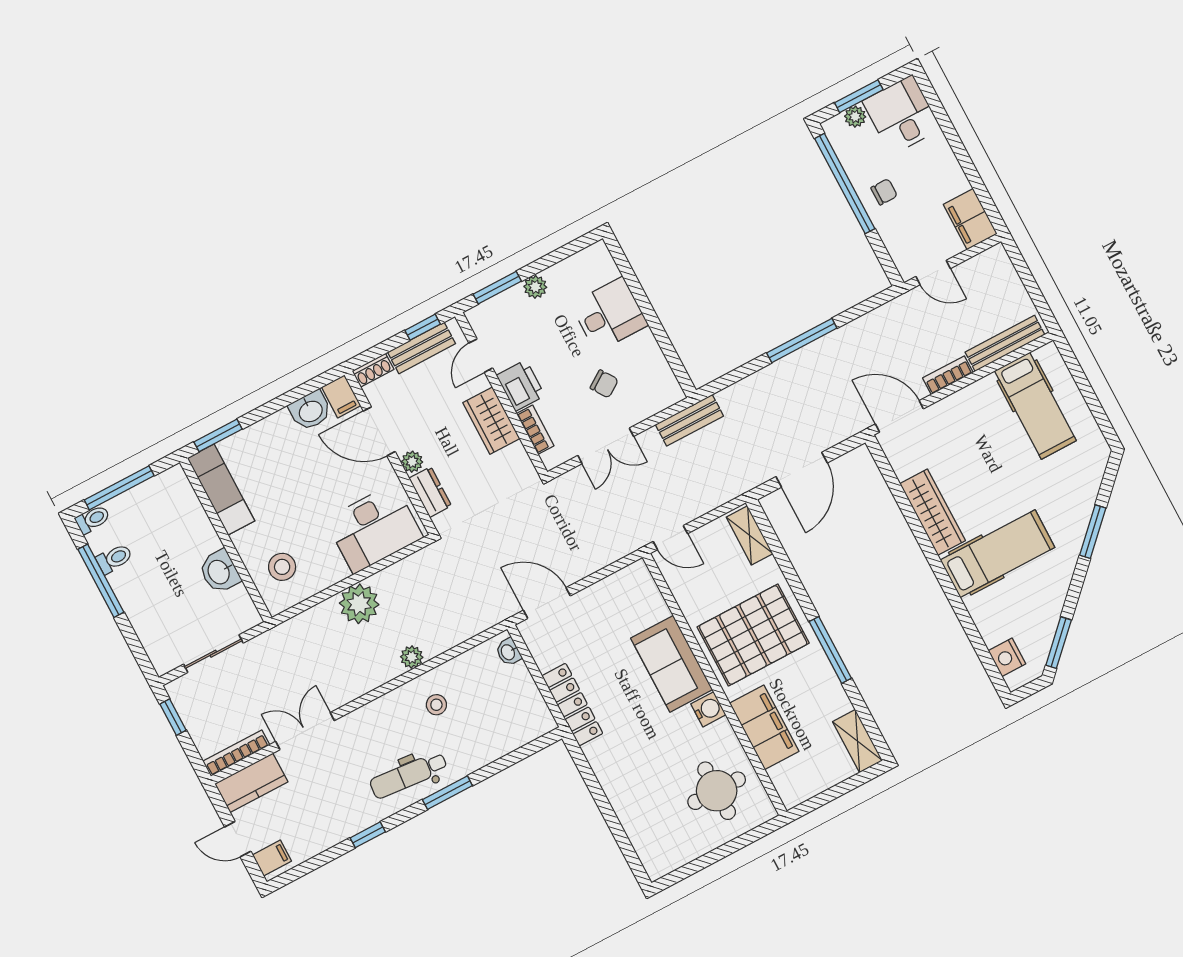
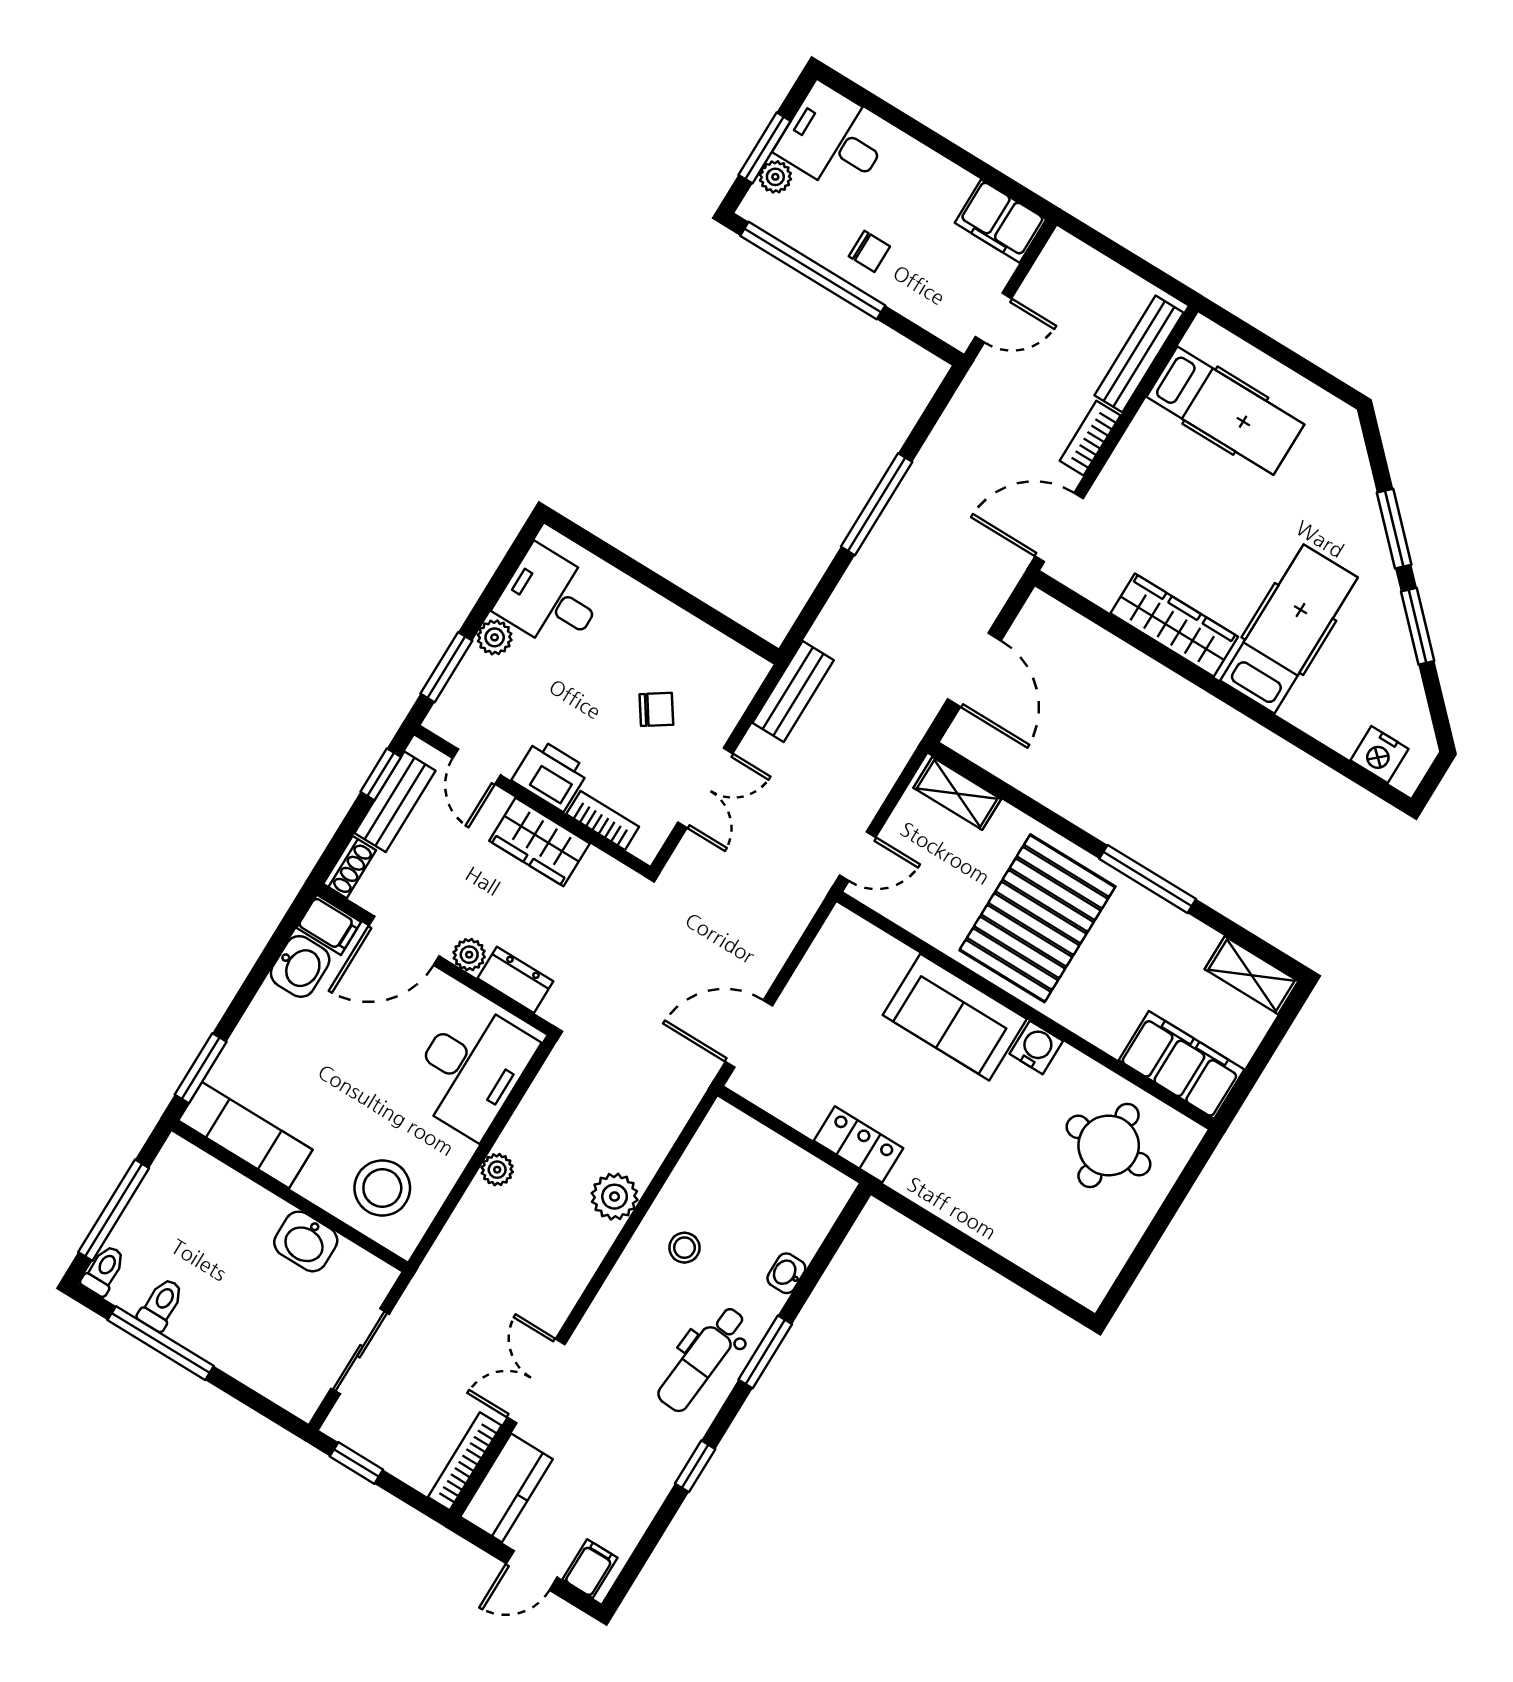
chair: (884, 192) -> (869, 251), turned 90
desk: (609, 314) -> (550, 599), moved, turned -90
stool: (282, 567) -> (382, 1188), width x1.38, depth x1.38
plant: (359, 604) -> (497, 1170), width x0.53, depth x0.53
window: (1059, 643) -> (1418, 626), moved
washbasin: (508, 652) -> (786, 1273), moved, turned 90
plant: (412, 657) -> (615, 1197), width x1.38, depth x1.38
locker: (572, 705) -> (859, 1144), width x0.66
filing cabinet: (764, 727) -> (1182, 1065), moved

